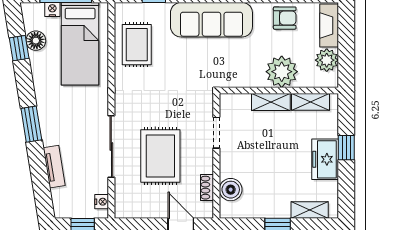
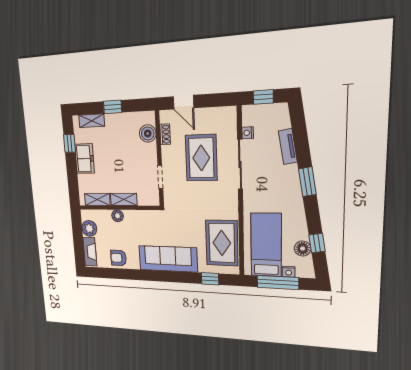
rug: (137, 45) -> (222, 243), width x1.36, depth x1.43
plant: (282, 72) -> (118, 216), width x0.53, depth x0.53
window: (346, 148) -> (69, 143), moved
nightstand: (102, 202) -> (248, 133), moved

